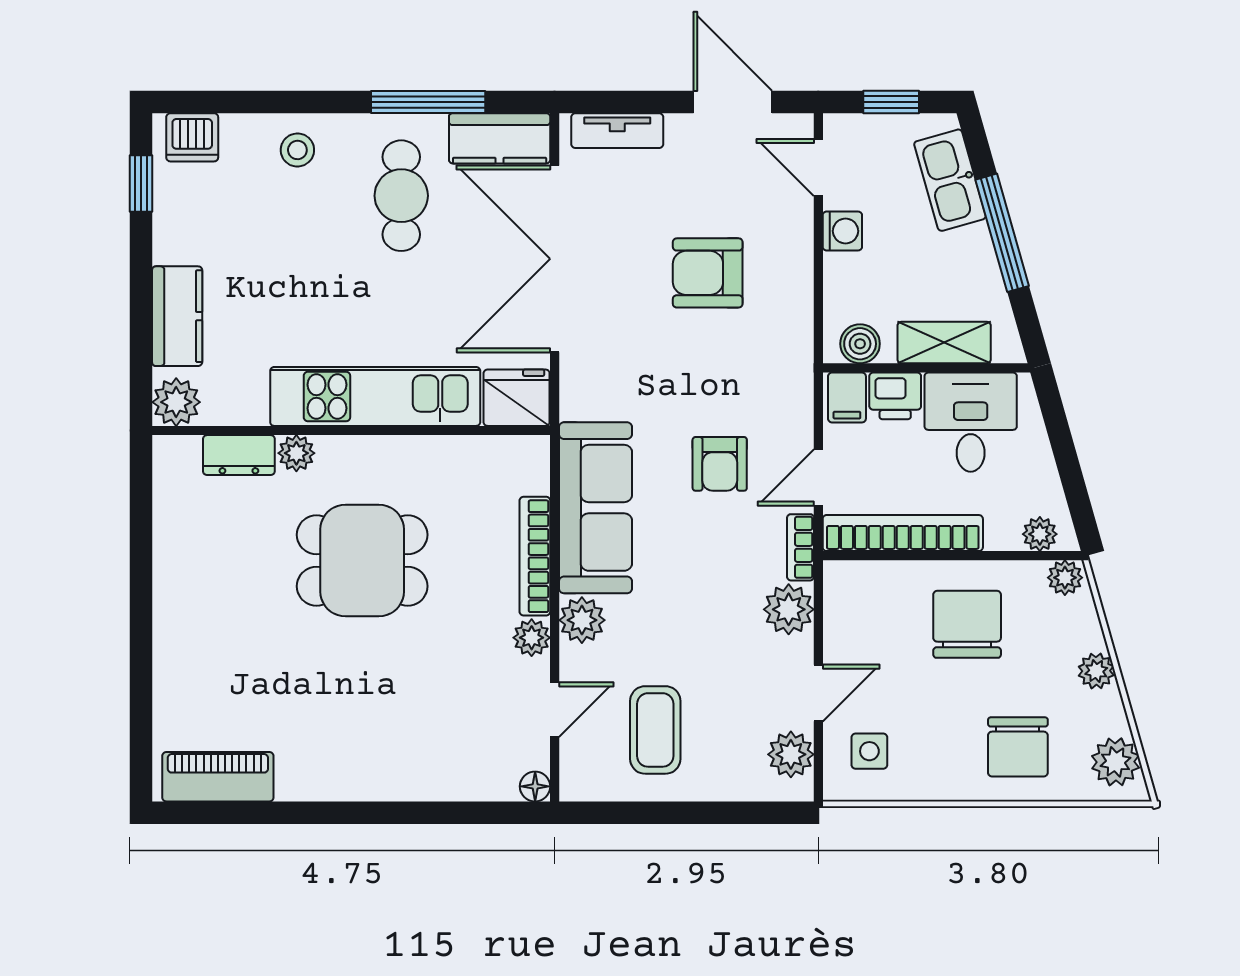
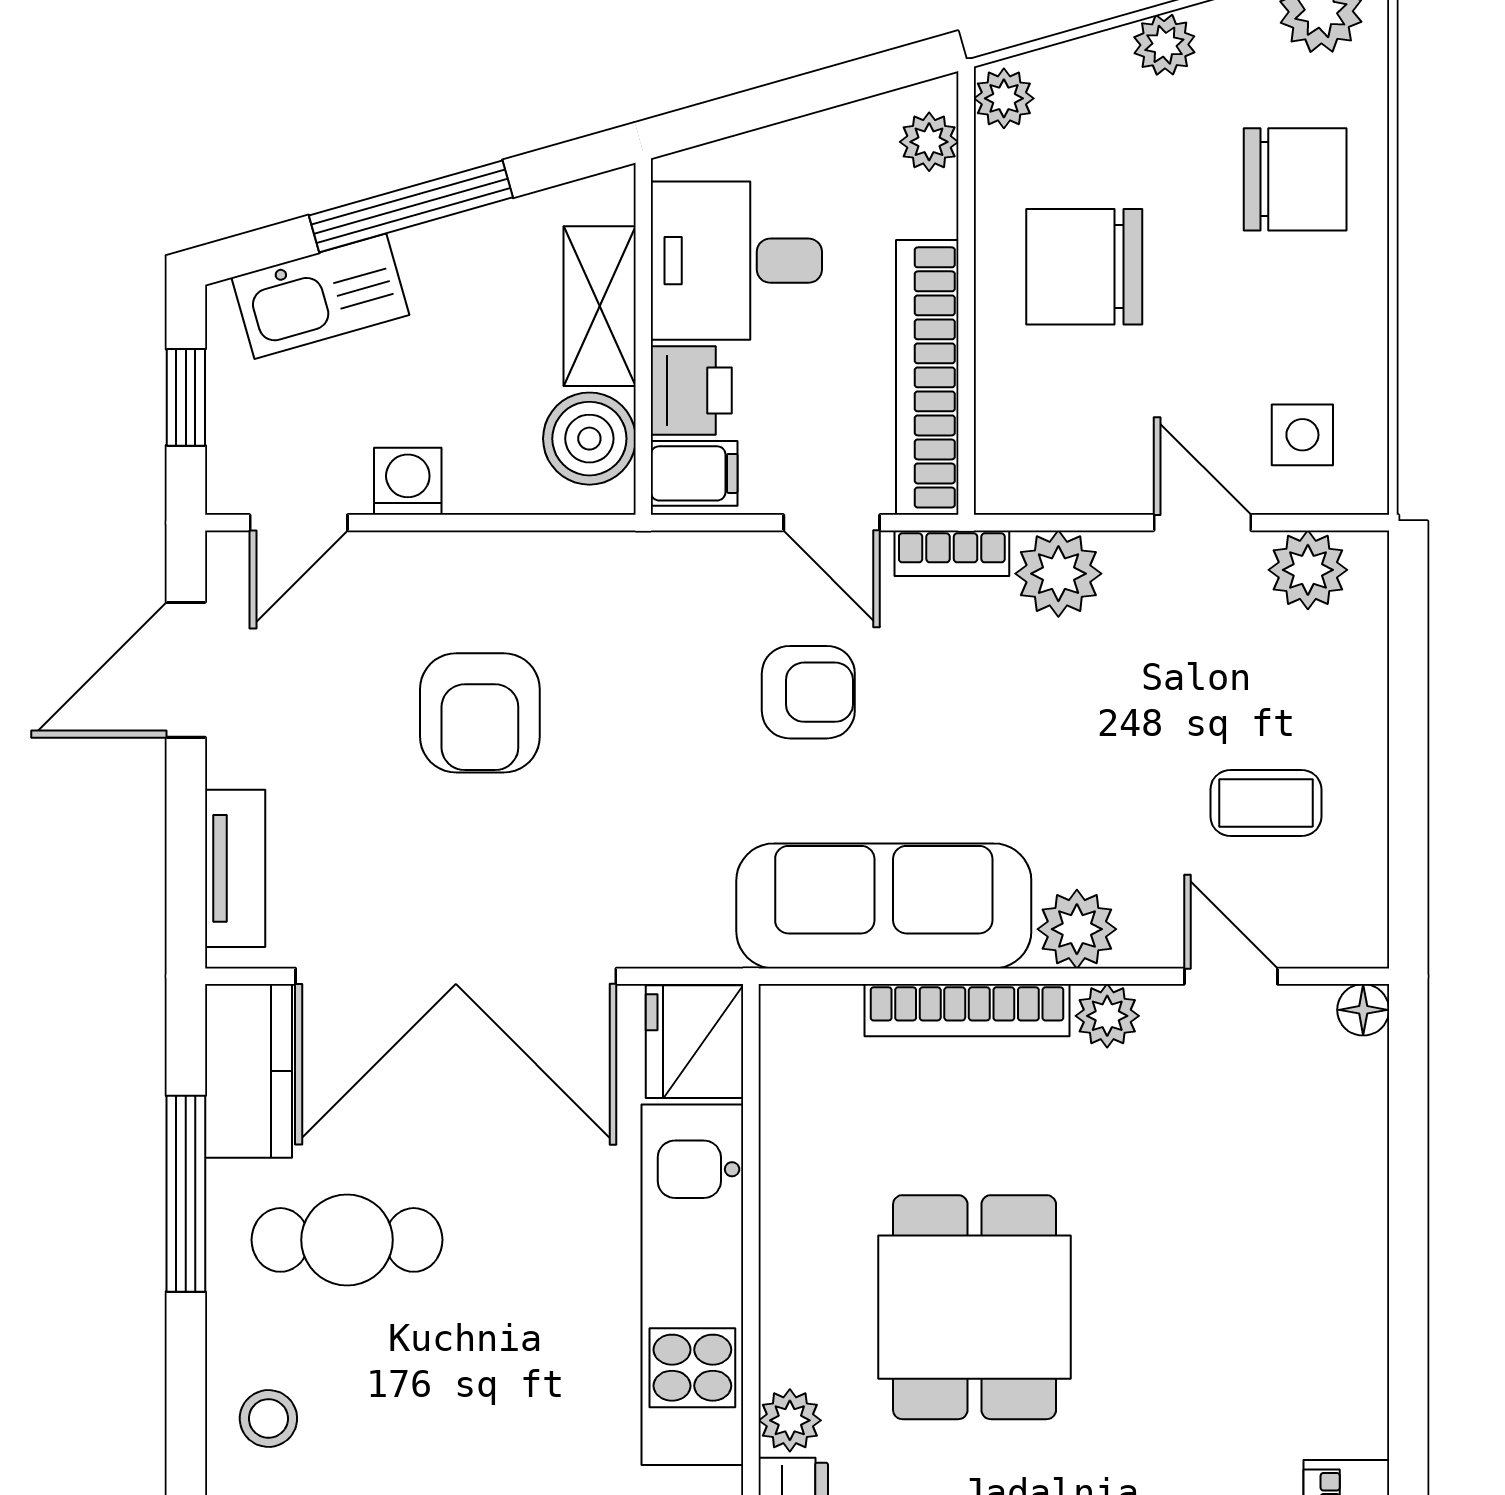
boiler: (860, 344) -> (589, 439), width x1.36, depth x1.36
coffee table: (655, 730) -> (1266, 803), width x0.73, depth x0.77

